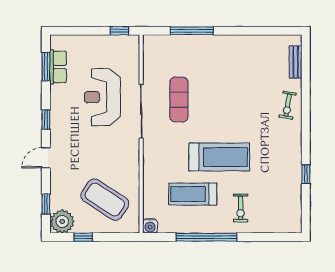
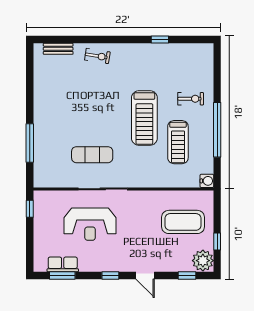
treadmill: (219, 157) -> (144, 118), turned 180
coffee table: (105, 200) -> (183, 222), turned 57

